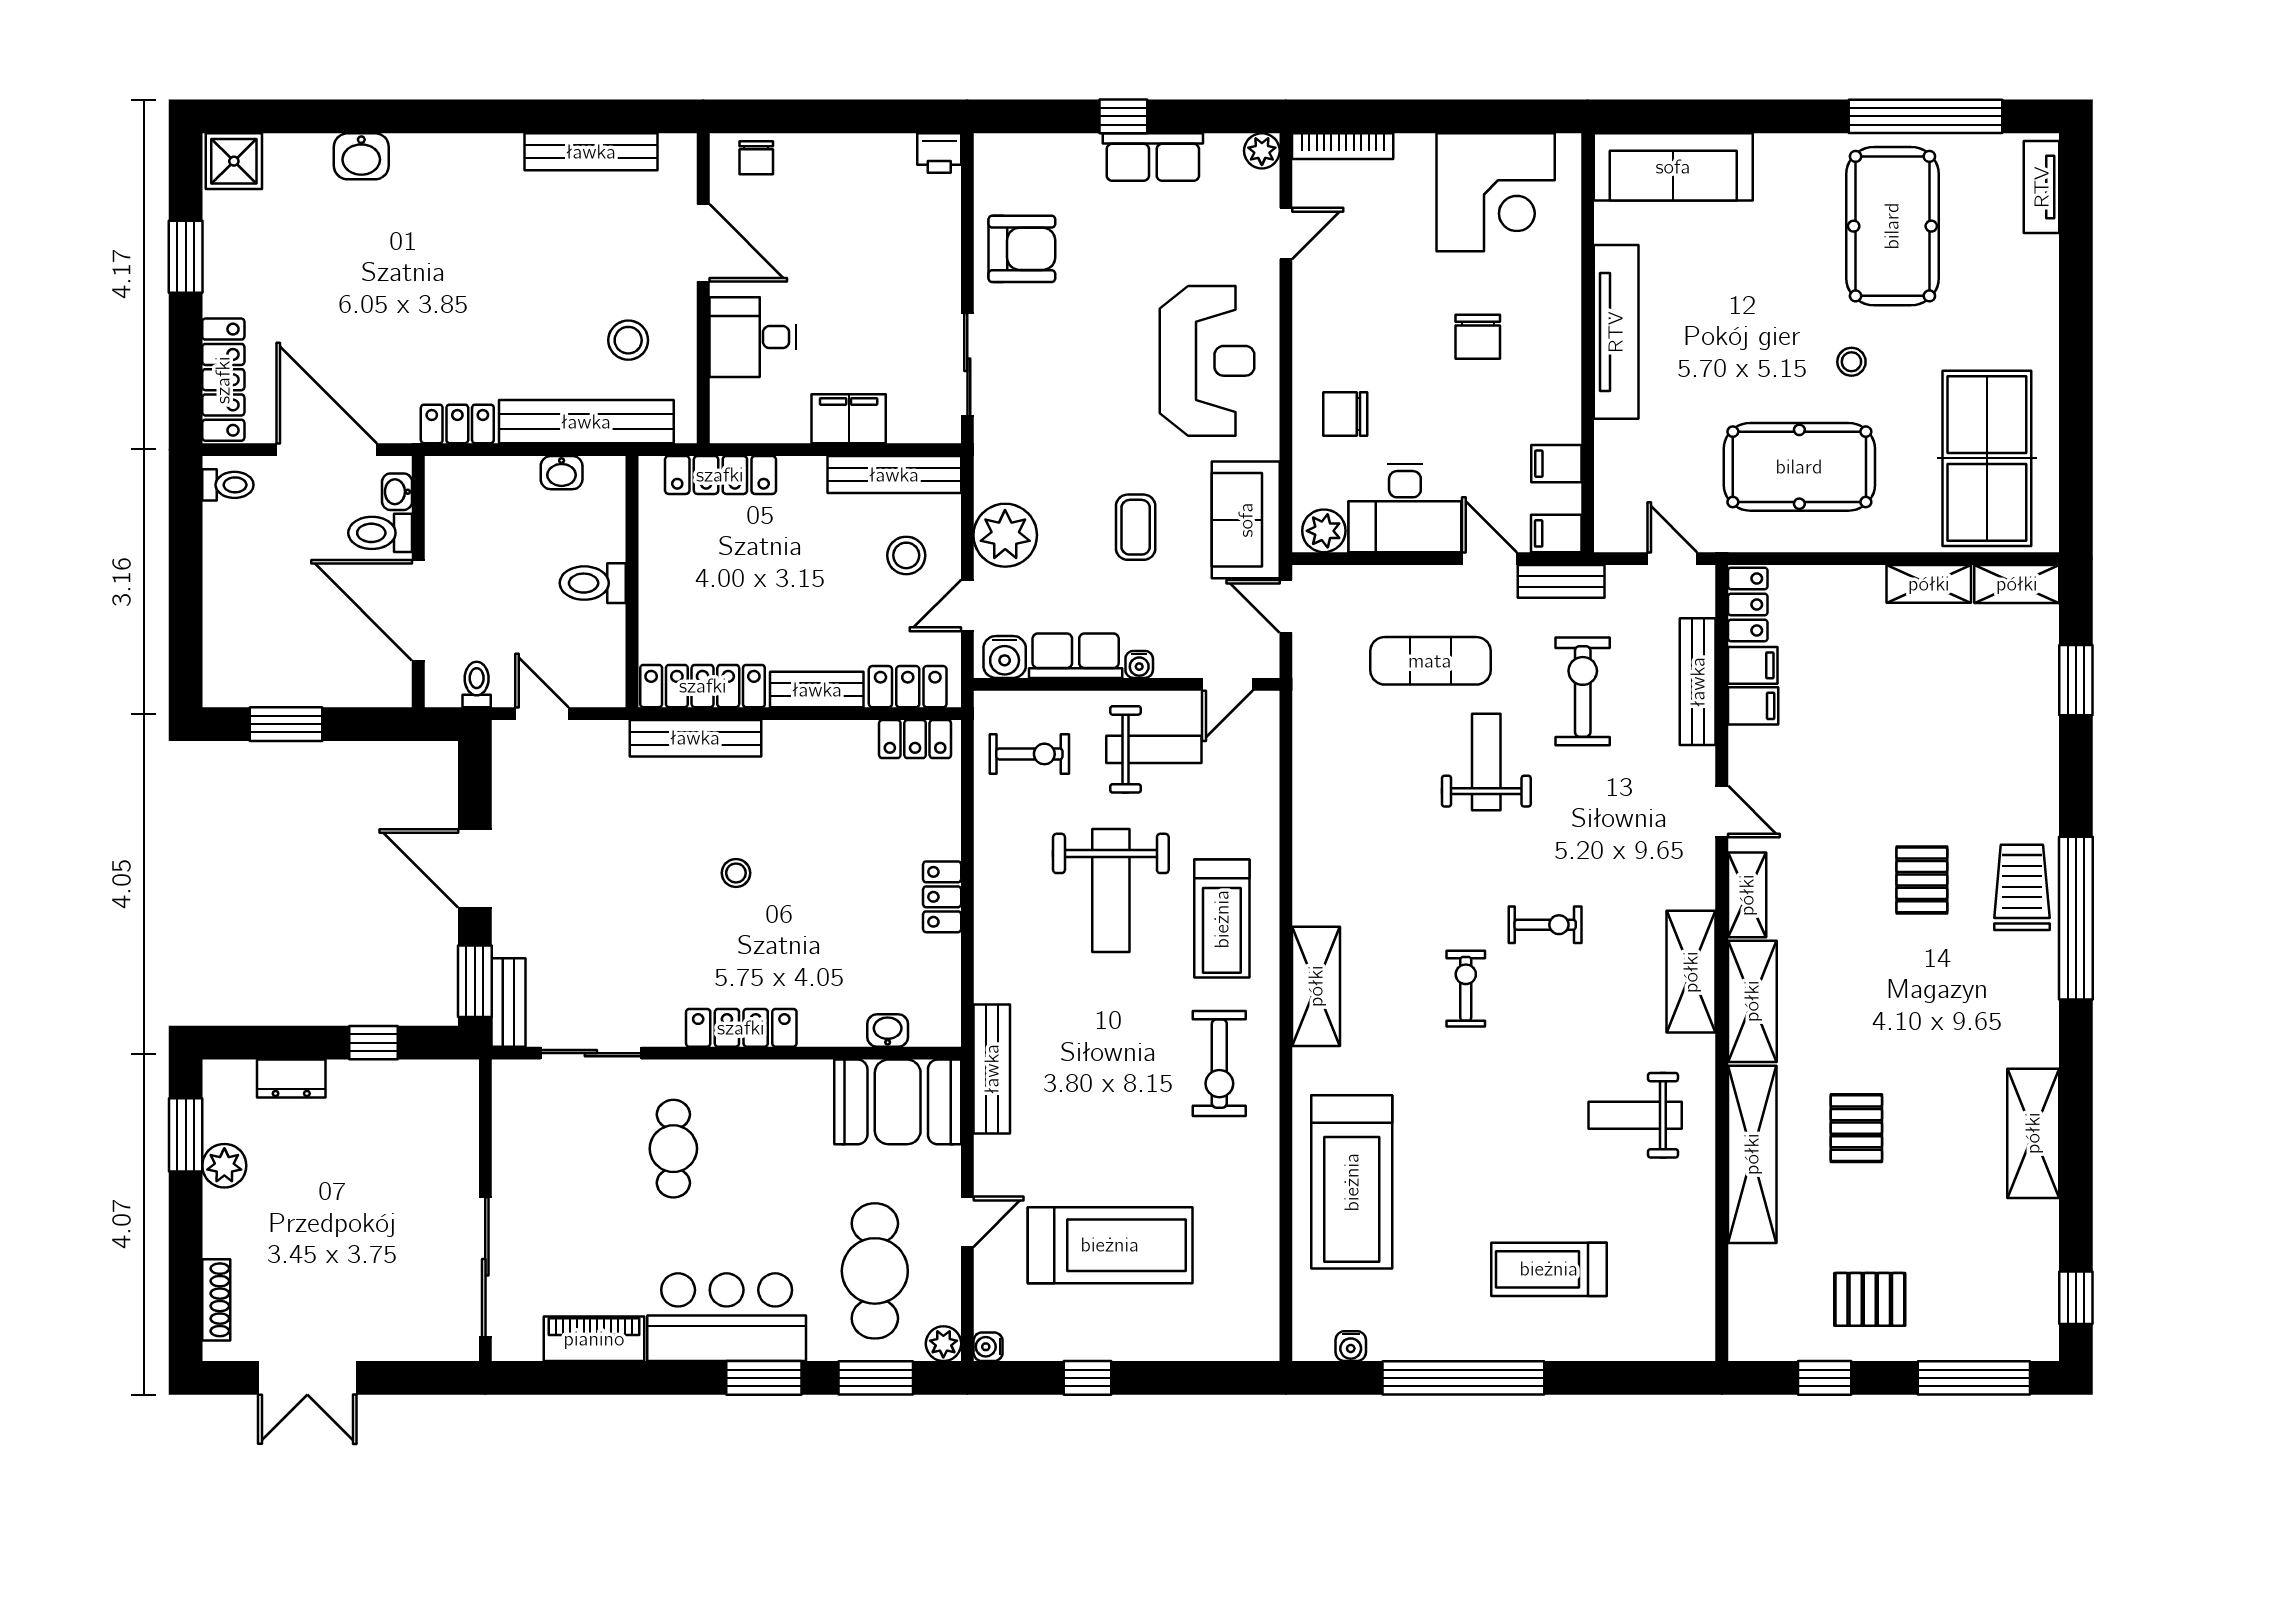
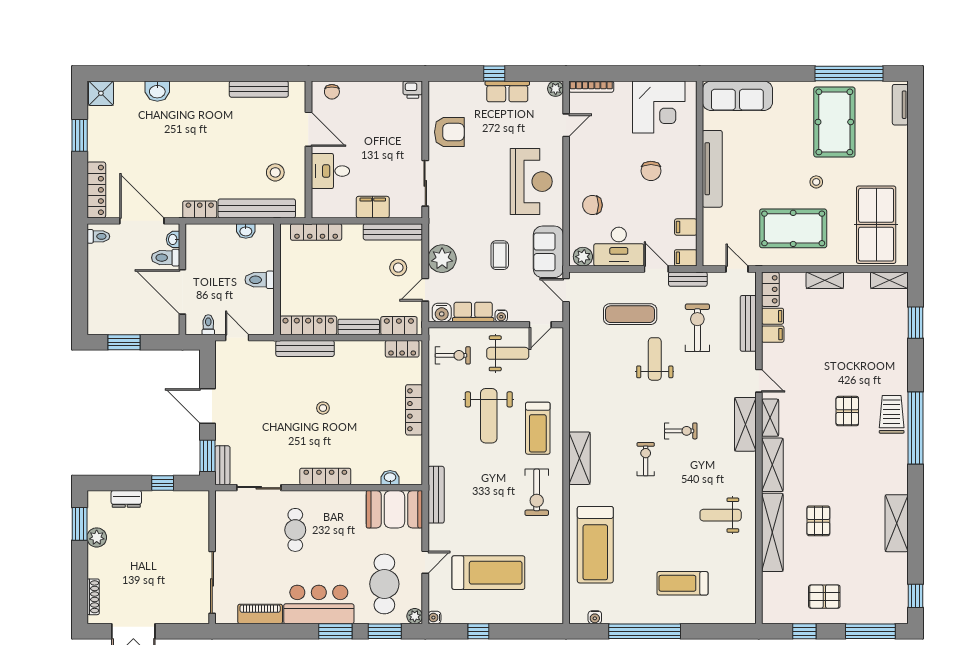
shelving: (1929, 584) -> (825, 280), moved
locker: (942, 897) -> (414, 410), width x1.53
shelving: (1691, 972) -> (745, 424), moved

